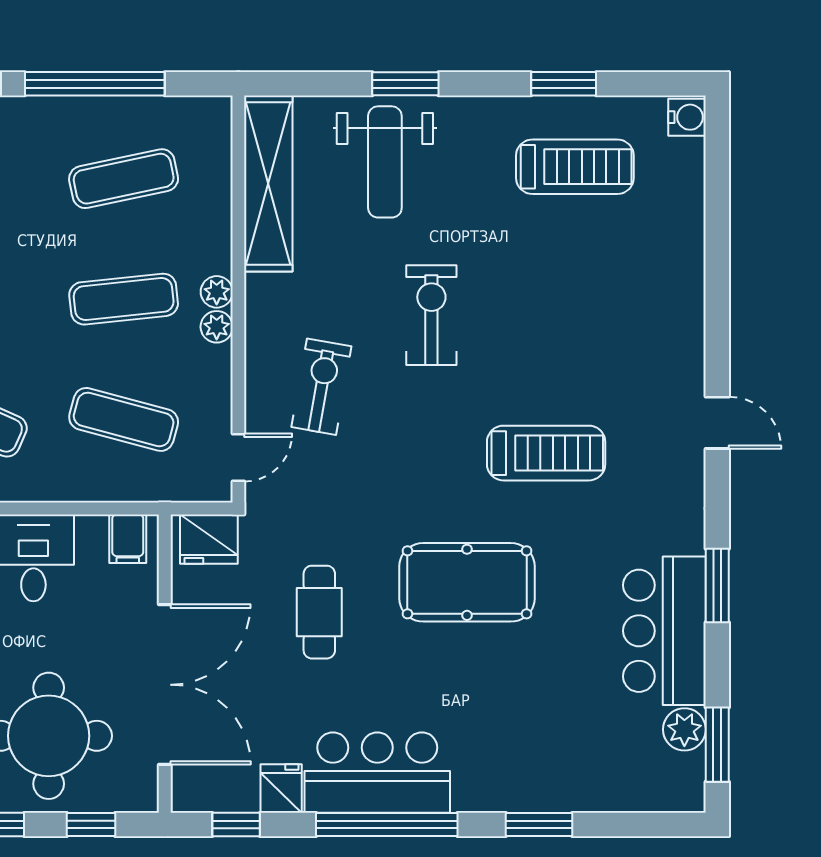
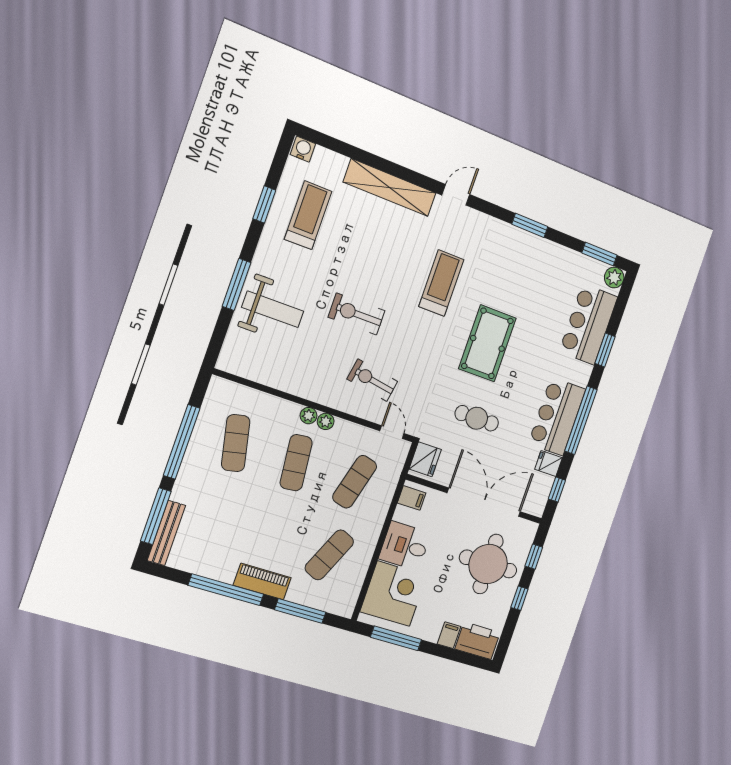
window: (405, 84) -> (236, 284), width x1.44
shelving: (268, 184) -> (390, 188), moved
bar counter: (664, 631) -> (588, 324), moved, turned 90
plant: (684, 729) -> (614, 277), moved

